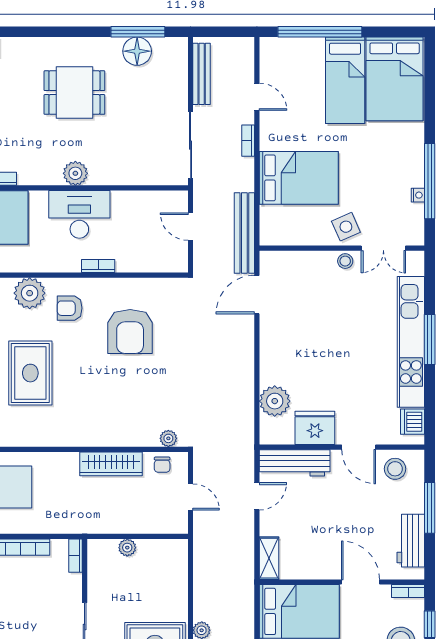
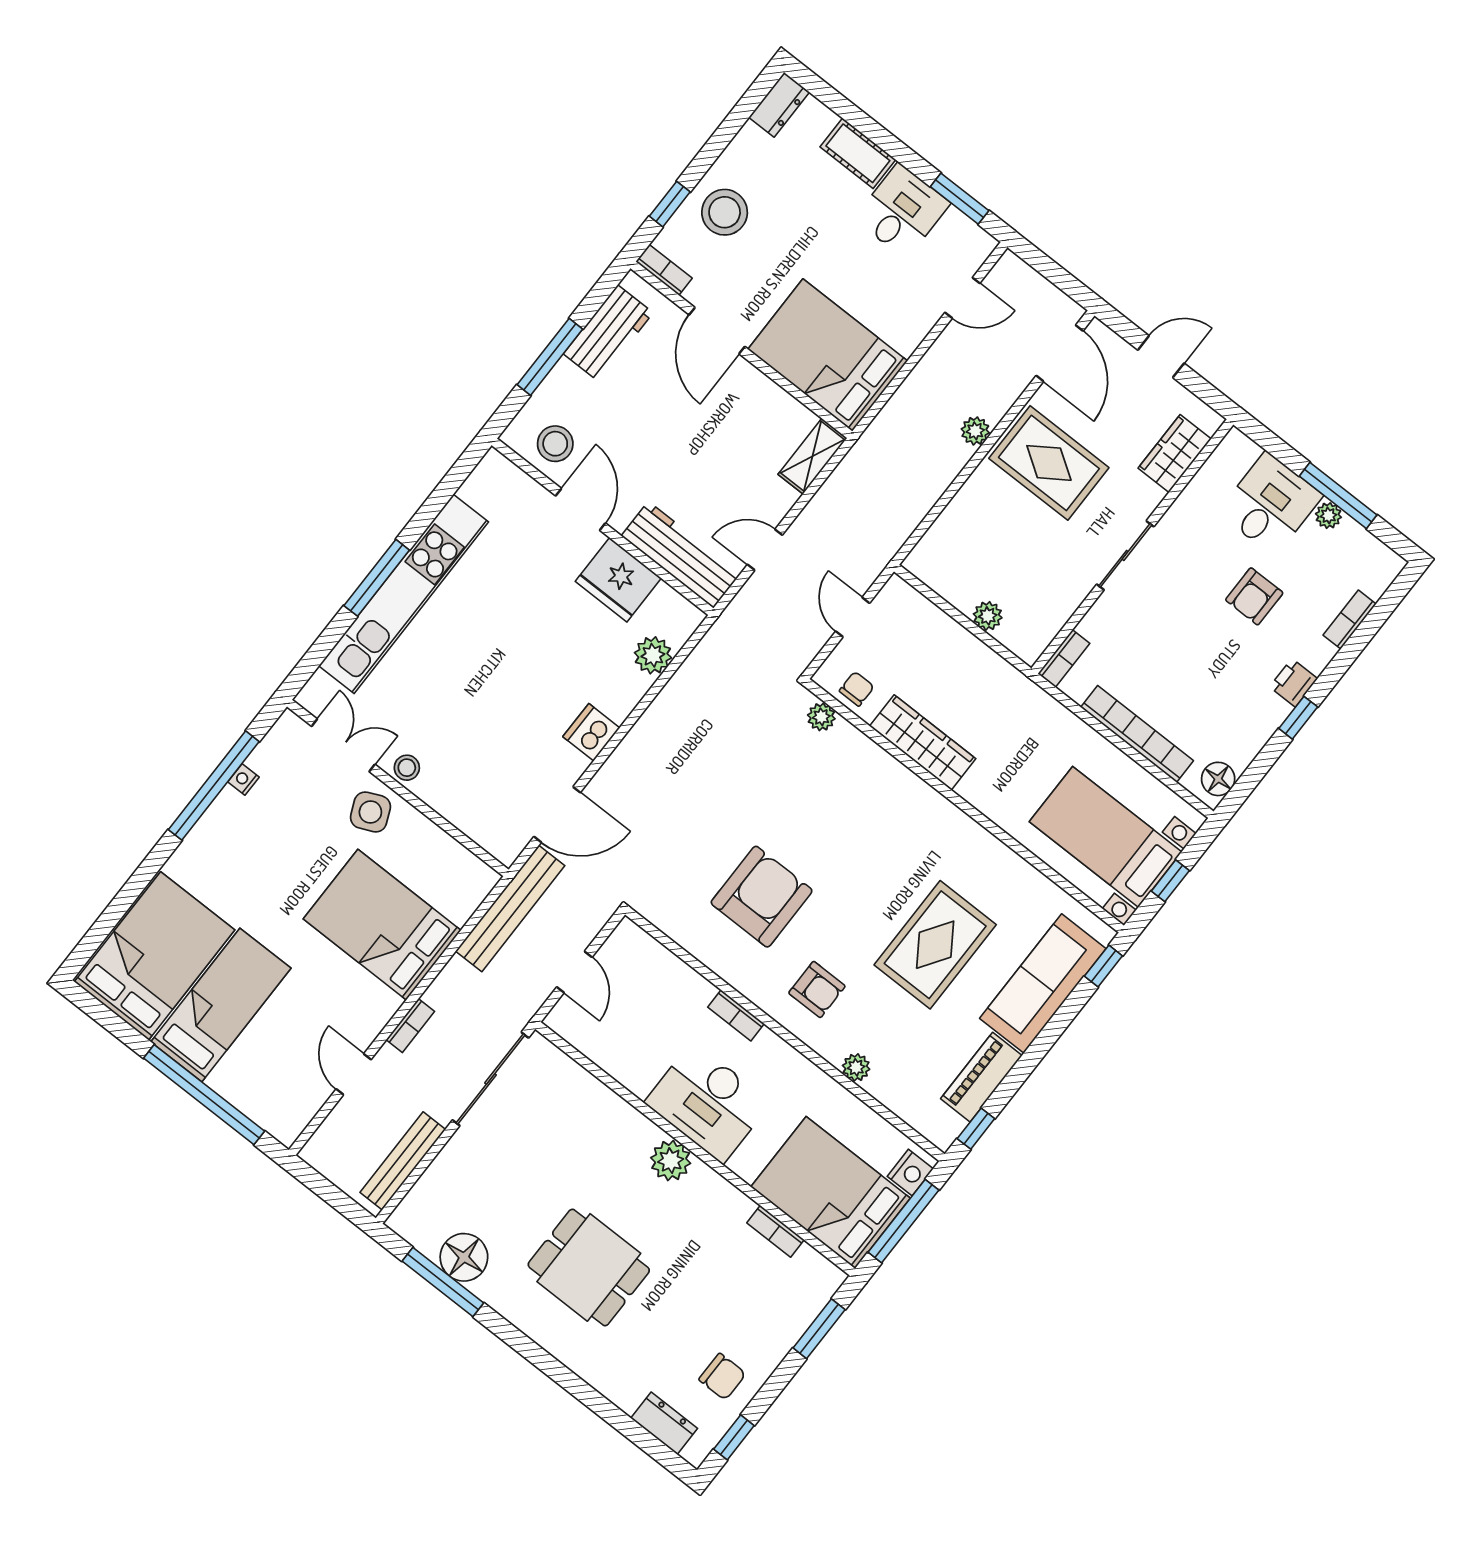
plant: (30, 293) -> (856, 1067), width x0.53, depth x0.53
plant: (275, 401) -> (653, 655), width x0.73, depth x0.73
dishwasher: (413, 422) -> (591, 732), moved, turned 180

